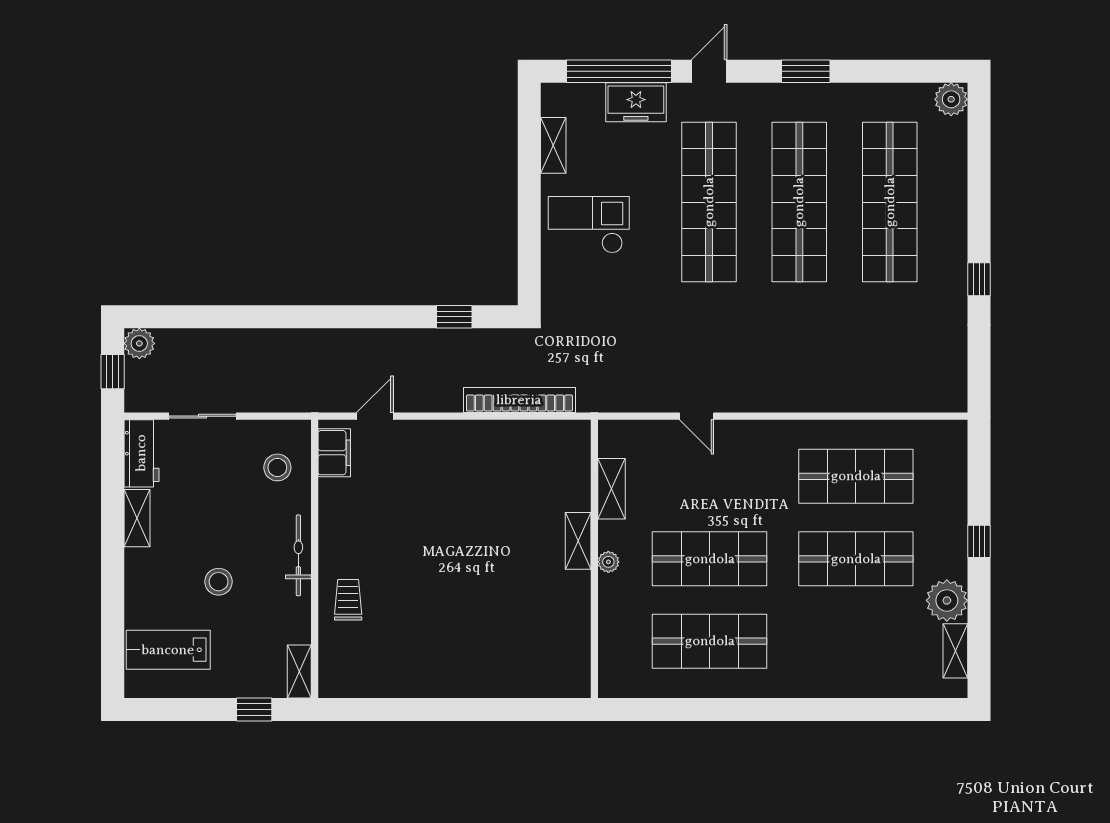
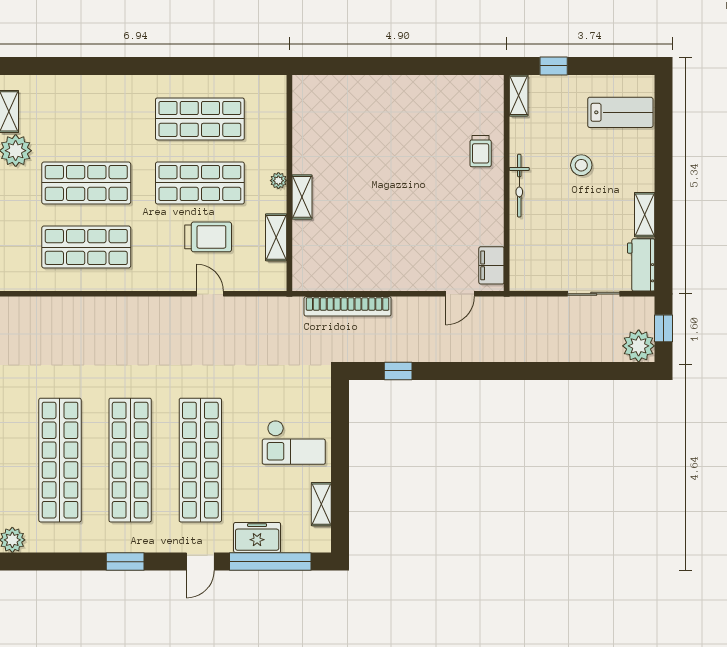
plant: (139, 343) -> (639, 346), width x1.36, depth x1.36
stool: (277, 467) -> (536, 254), removed
trolley: (699, 489) -> (208, 237), added

